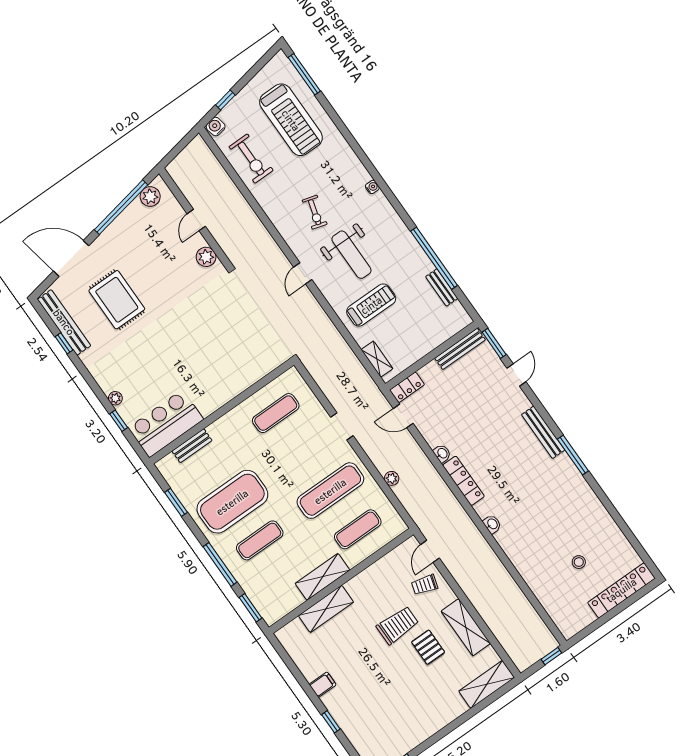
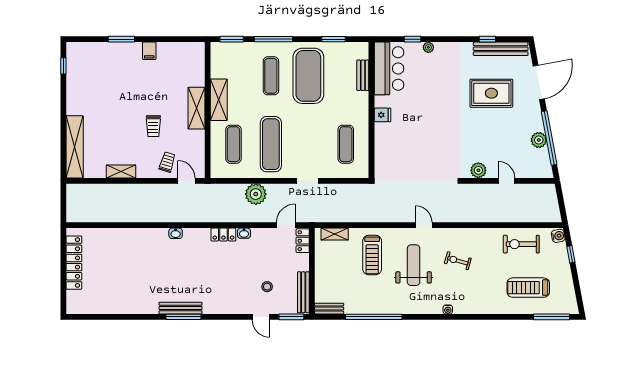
treadmill: (291, 120) -> (528, 288), width x0.73, depth x0.73
plant: (150, 196) -> (539, 140), moved
weight bench: (351, 255) -> (414, 265), turned 90
bench: (442, 287) -> (329, 309), moved
fridge: (219, 396) -> (383, 115), added
bench: (543, 432) -> (181, 308), moved
plant: (392, 478) -> (256, 194), width x1.87, depth x1.87
locker: (464, 481) -> (223, 235), width x0.66
stool: (579, 562) -> (267, 287), moved
locker: (621, 590) -> (74, 263), moved
shelving: (326, 609) -> (197, 108), moved
trolley: (397, 625) -> (153, 126), width x0.73, depth x0.72
shelving: (466, 627) -> (121, 171), width x0.67, depth x0.75
pallet: (428, 647) -> (125, 136), removed
window: (551, 656) -> (63, 211), removed
shelving: (487, 684) -> (75, 147), width x1.47
window: (331, 722) -> (121, 39), width x1.50

